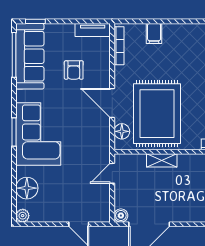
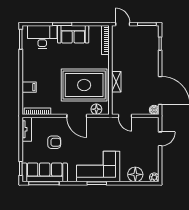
door: (112, 103) -> (77, 116), hinge flipped

